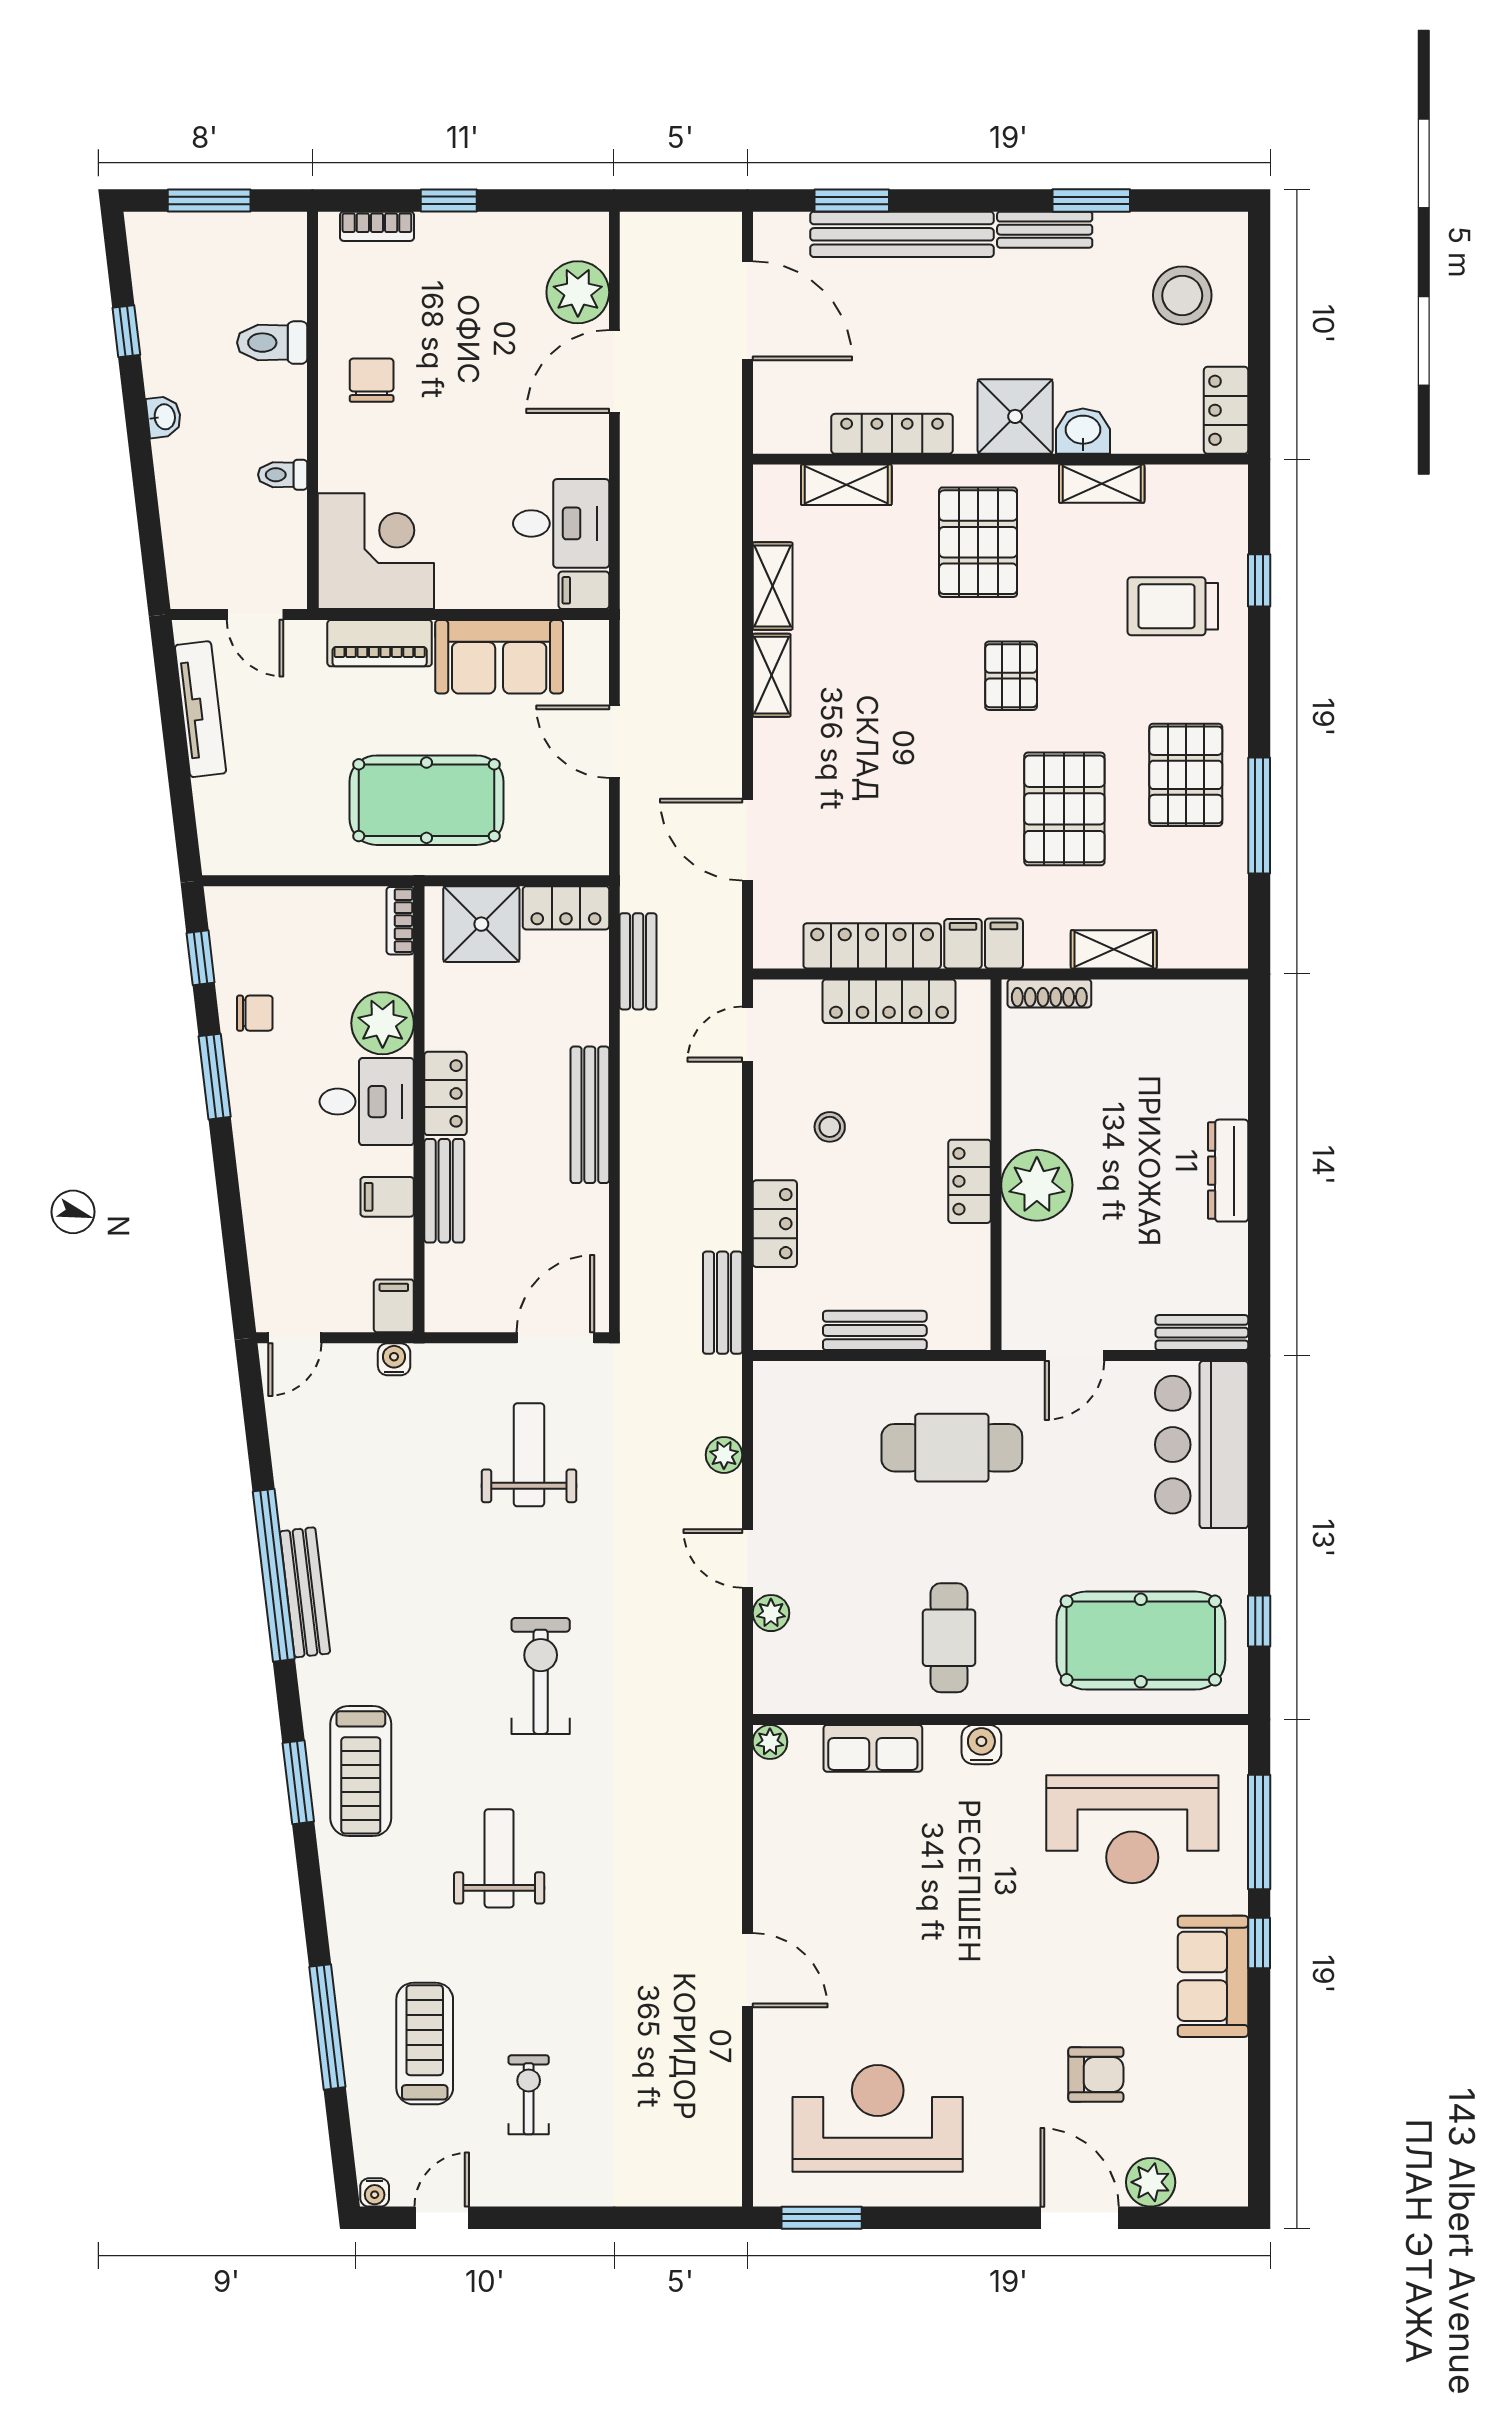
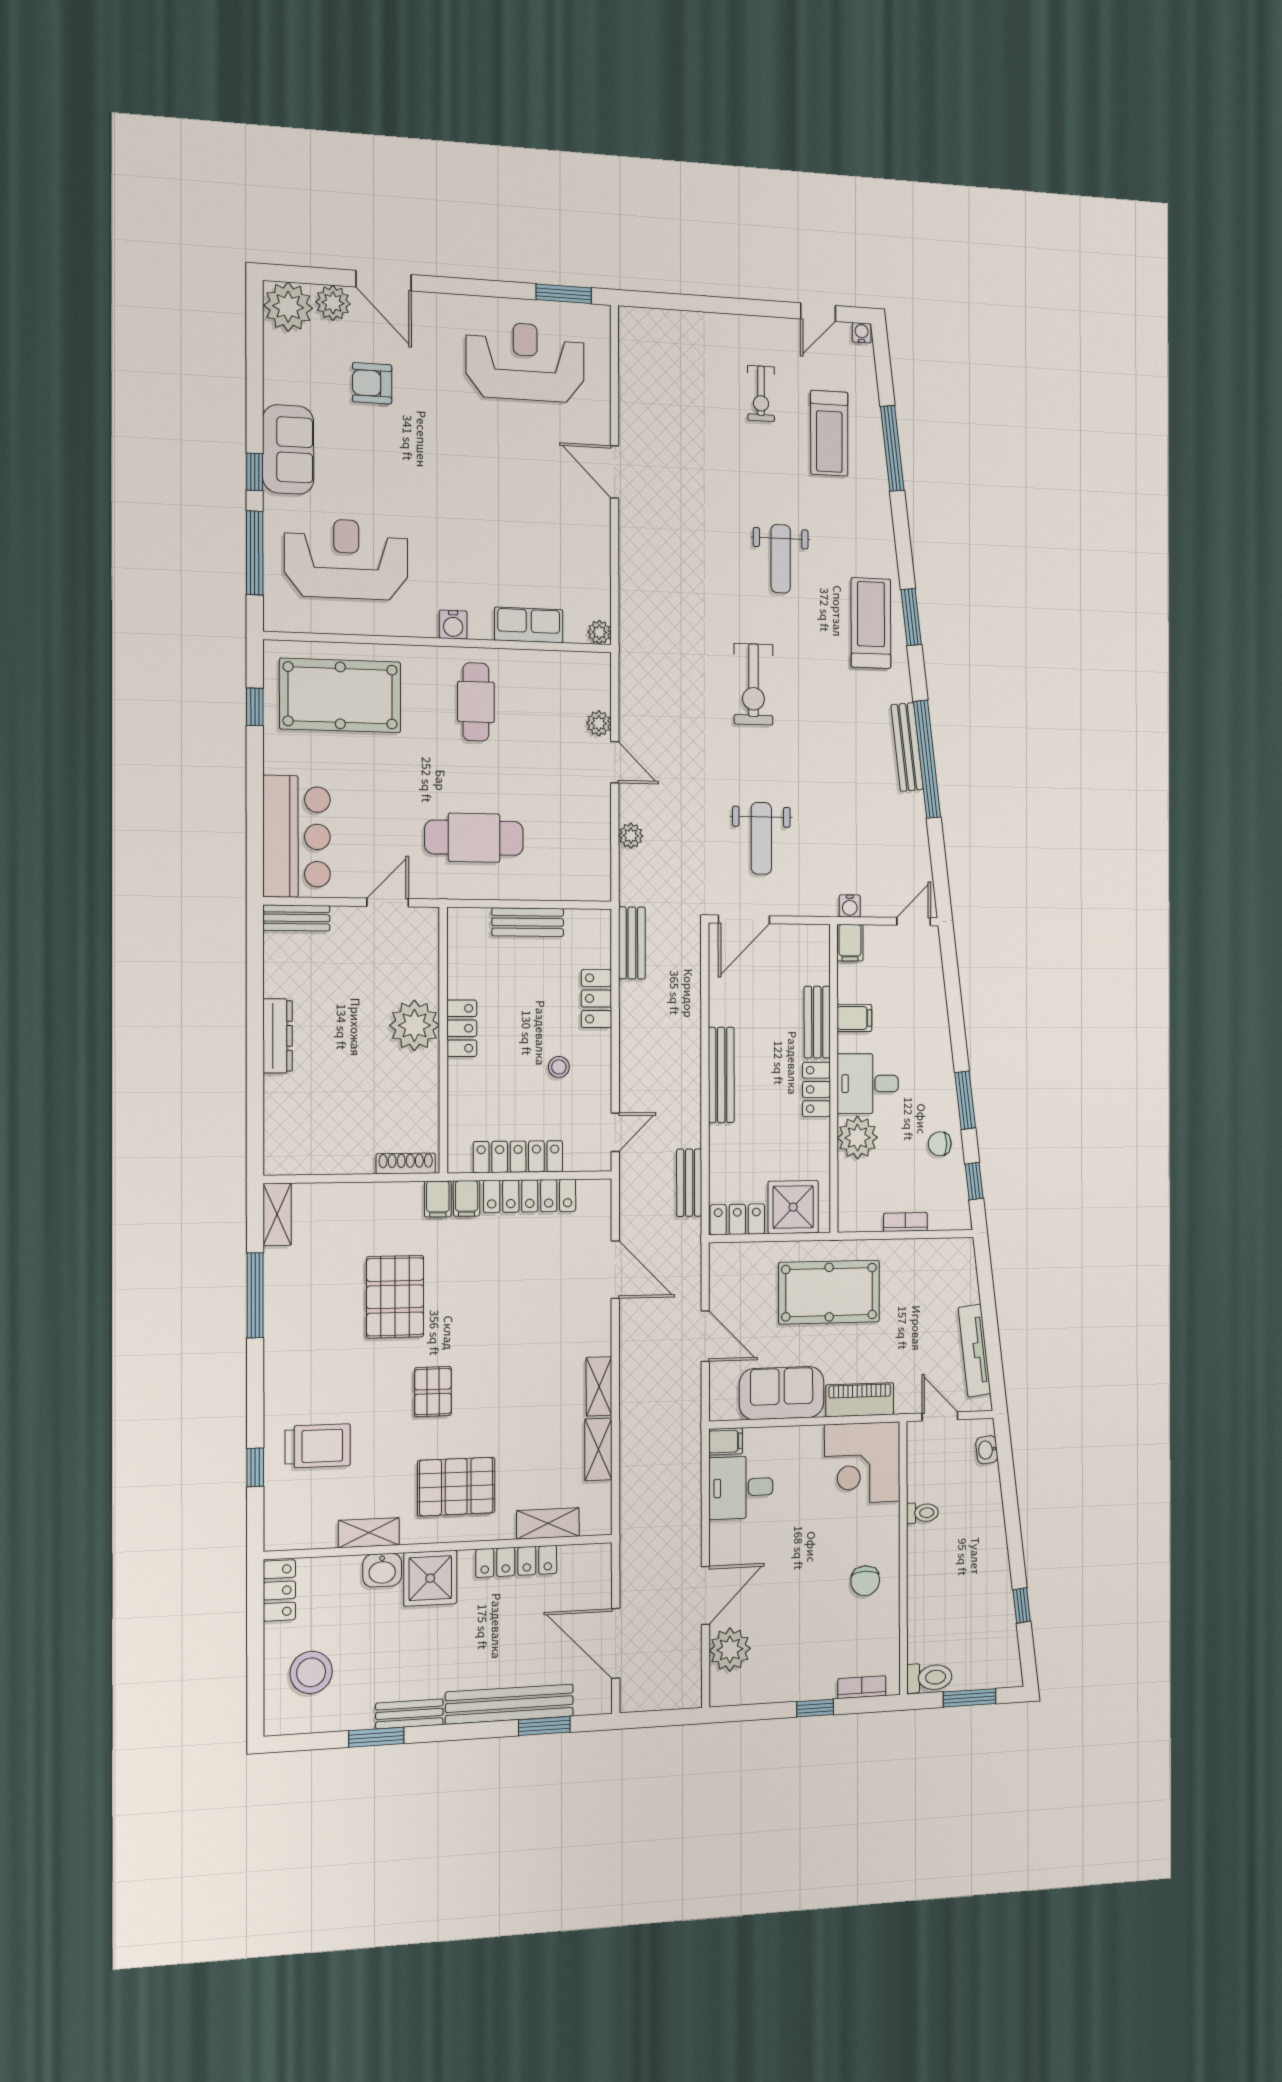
toilet: (272, 343) -> (929, 1678), moved
washbasin: (164, 417) -> (987, 1450), moved
pallet: (978, 542) -> (456, 1487), turned 90
pallet: (1186, 775) -> (308, 1324), removed
bookcase: (400, 921) -> (905, 1222), moved, turned -90
shelving: (1114, 949) -> (277, 1214), moved, turned 90
reception desk: (878, 2118) -> (525, 362), turned 180
plant: (1213, 2173) -> (288, 307), added

